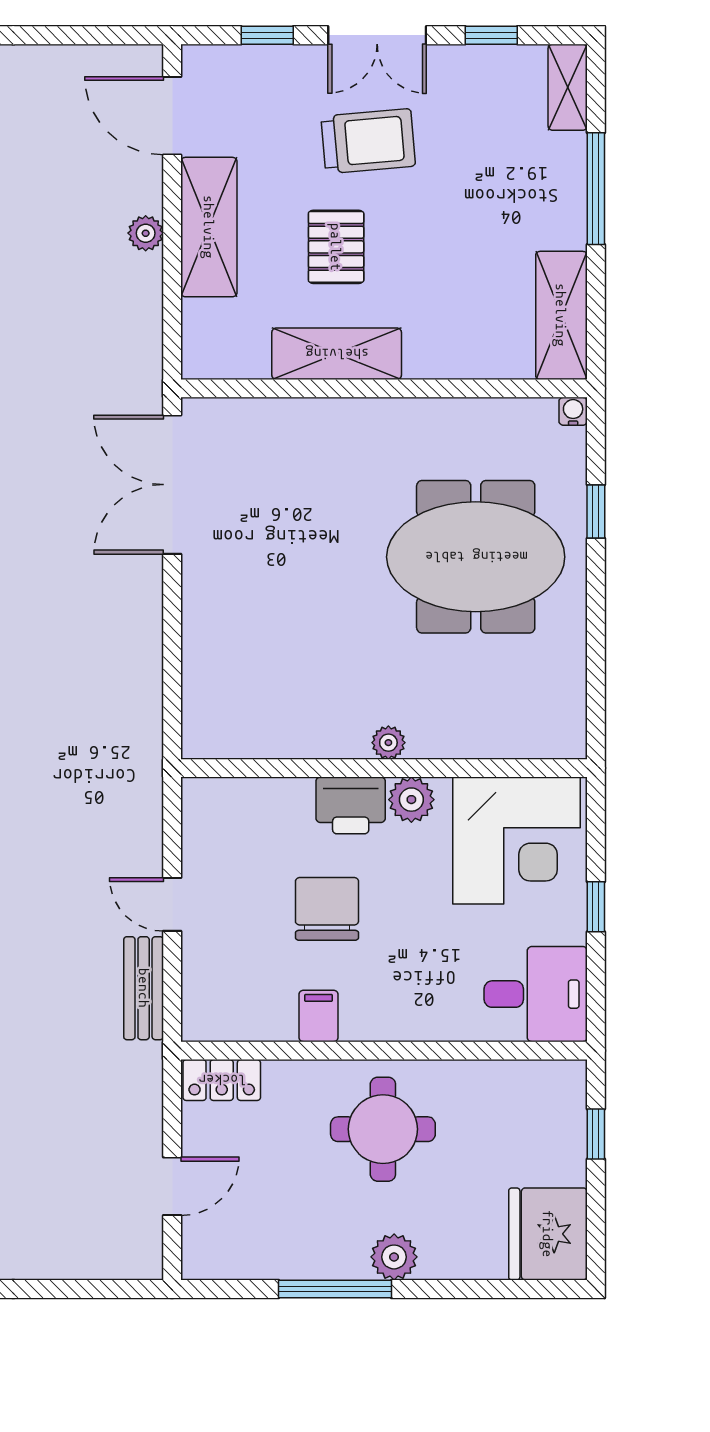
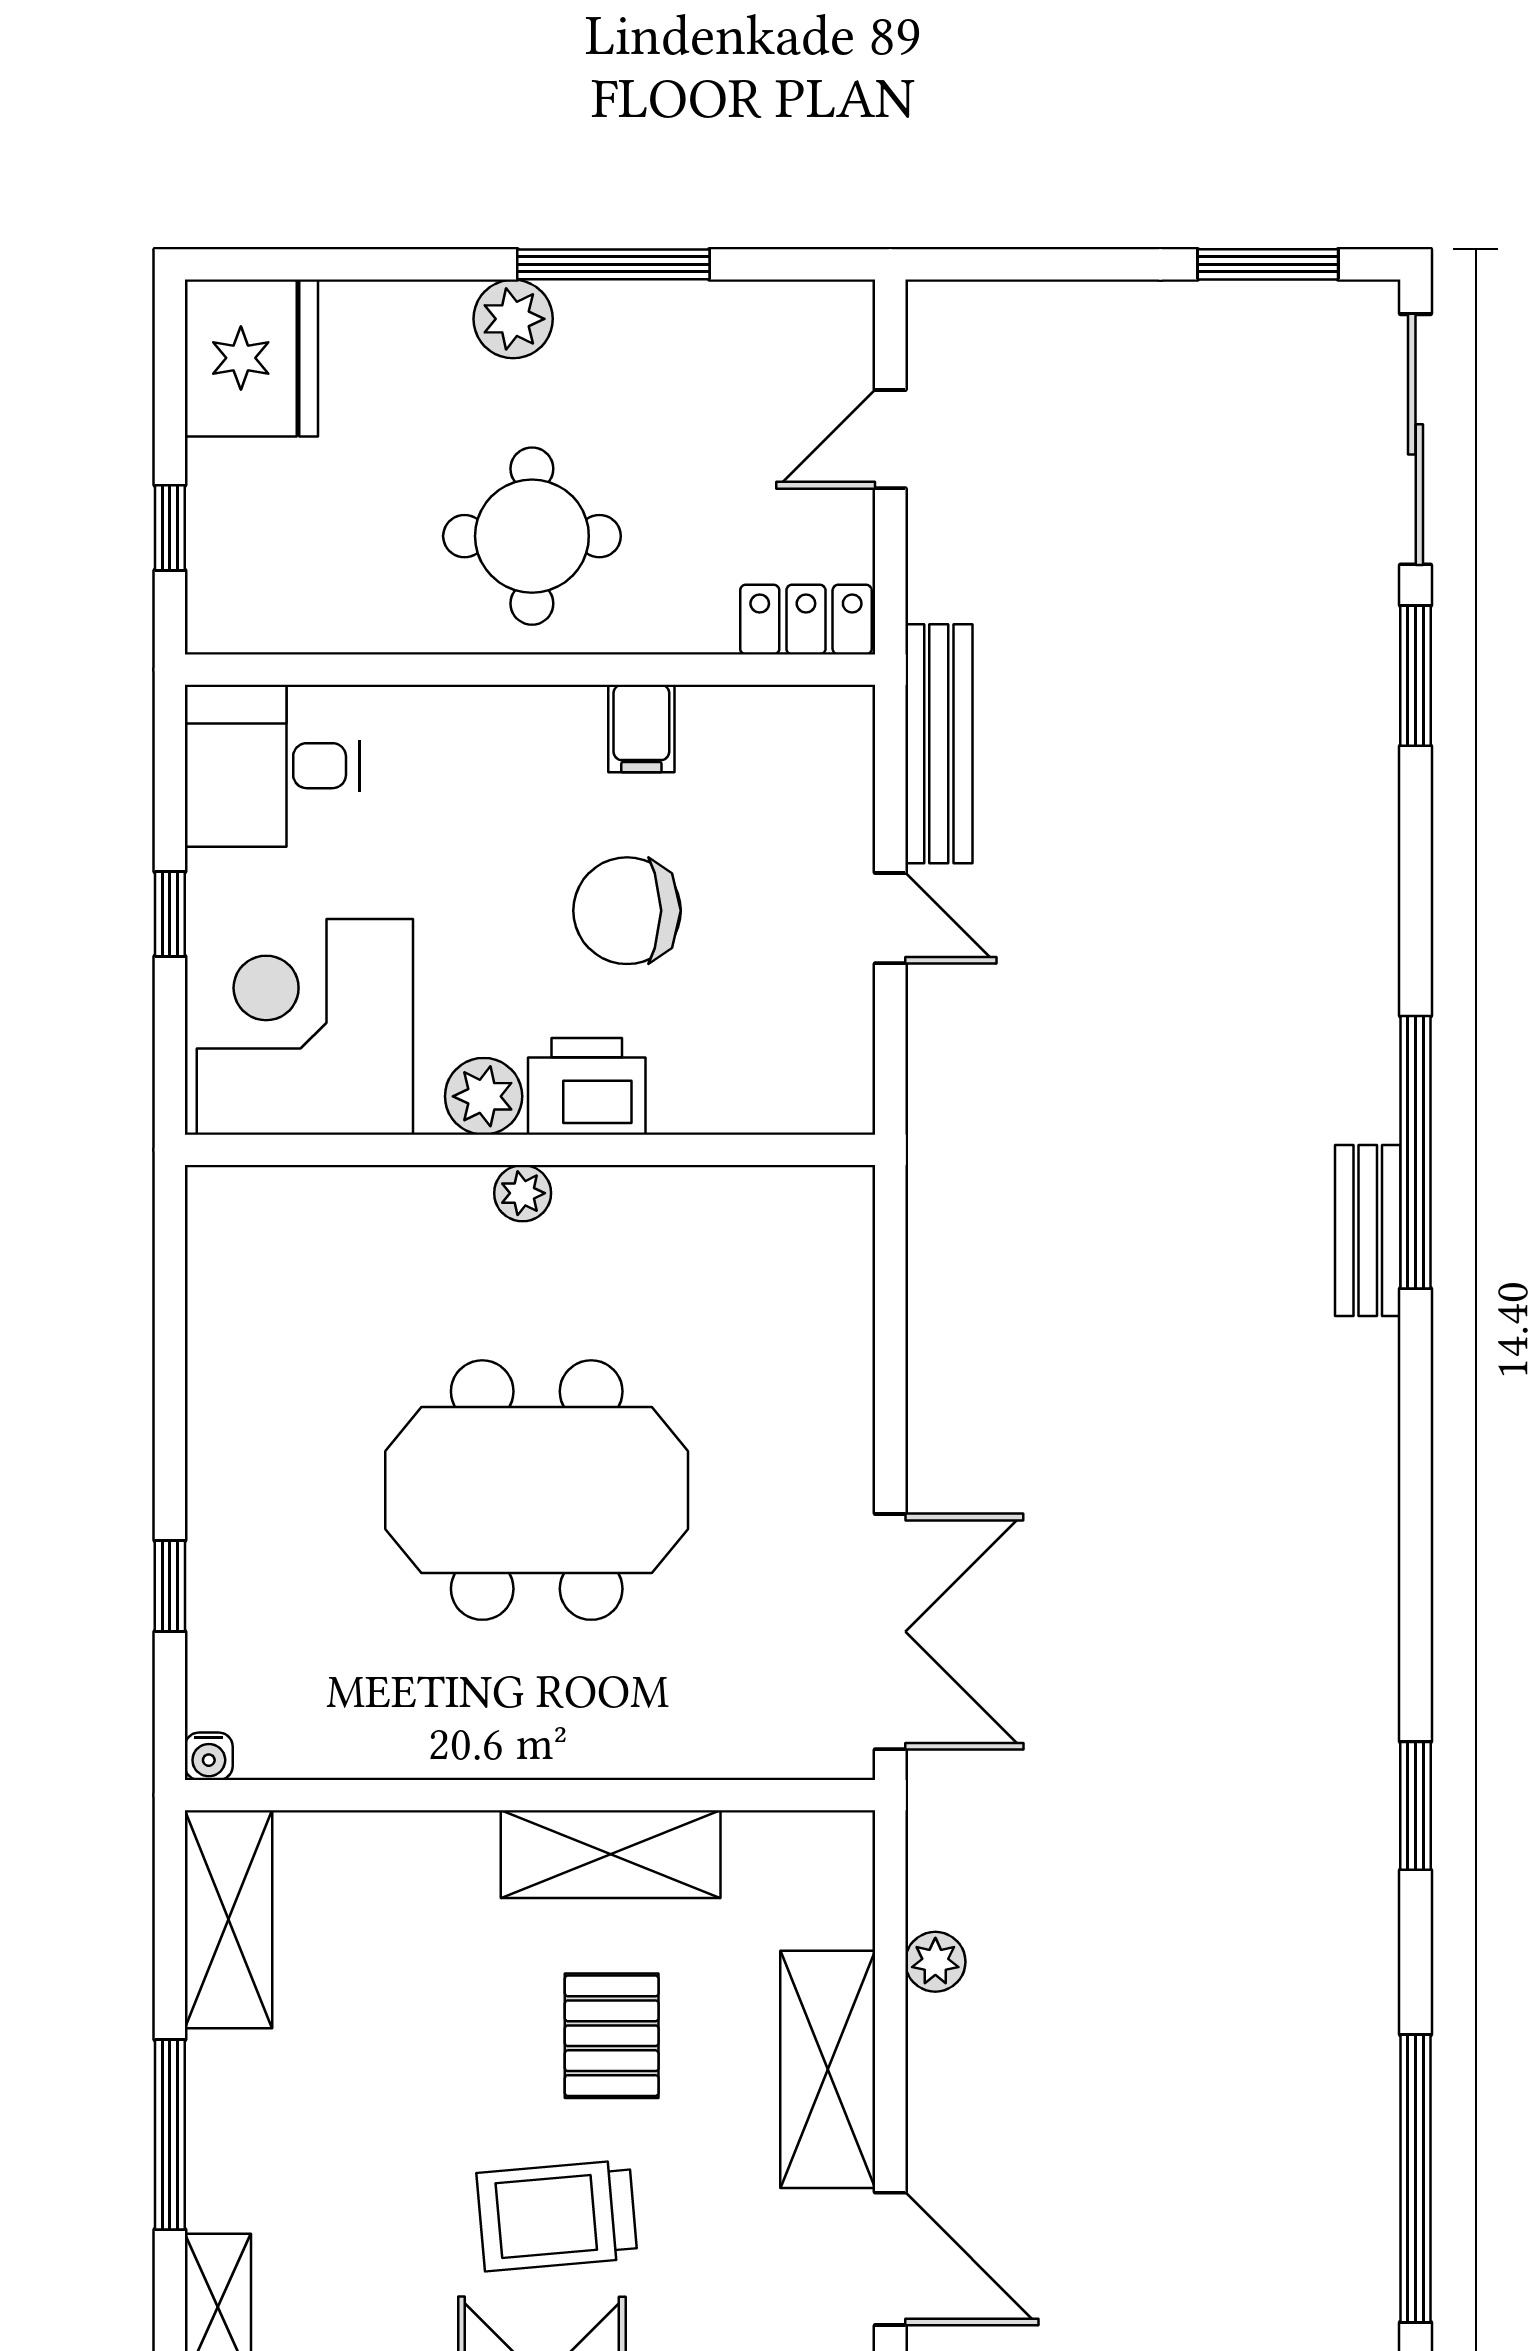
plant: (146, 233) -> (935, 1962), moved
meeting table: (476, 557) -> (537, 1490), moved
chair: (327, 909) -> (627, 911), turned 90
bench: (144, 988) -> (939, 744), width x1.36

